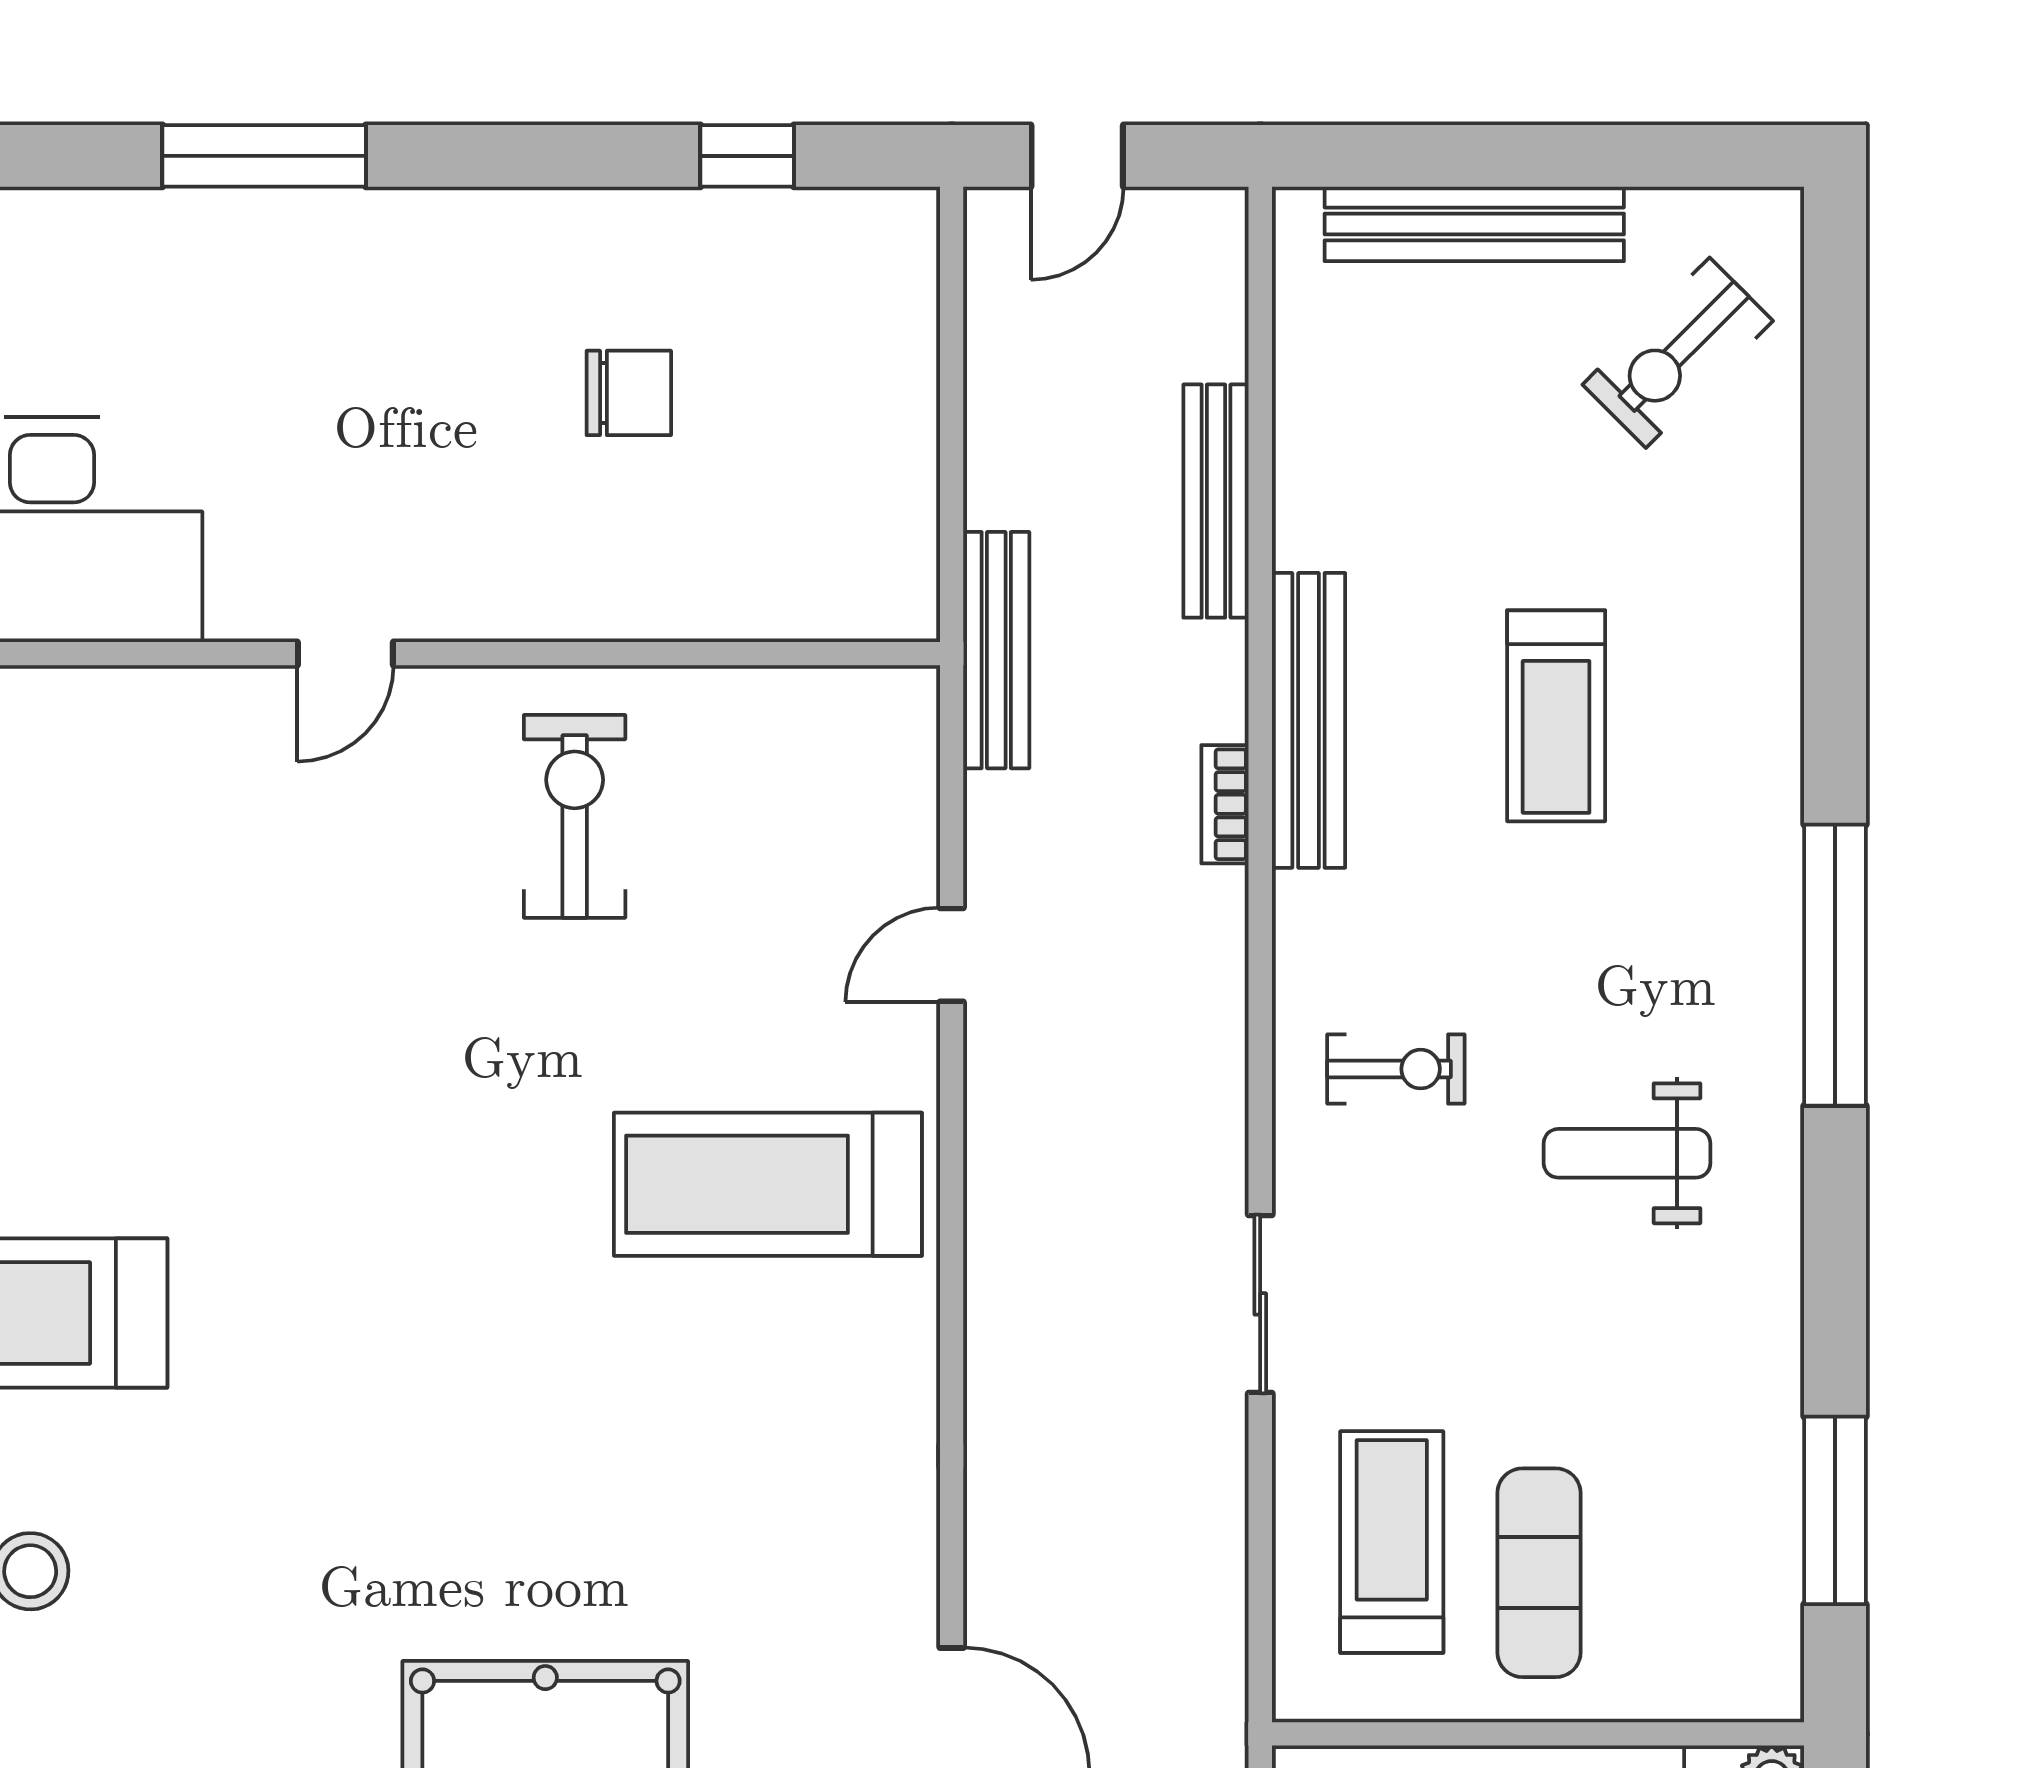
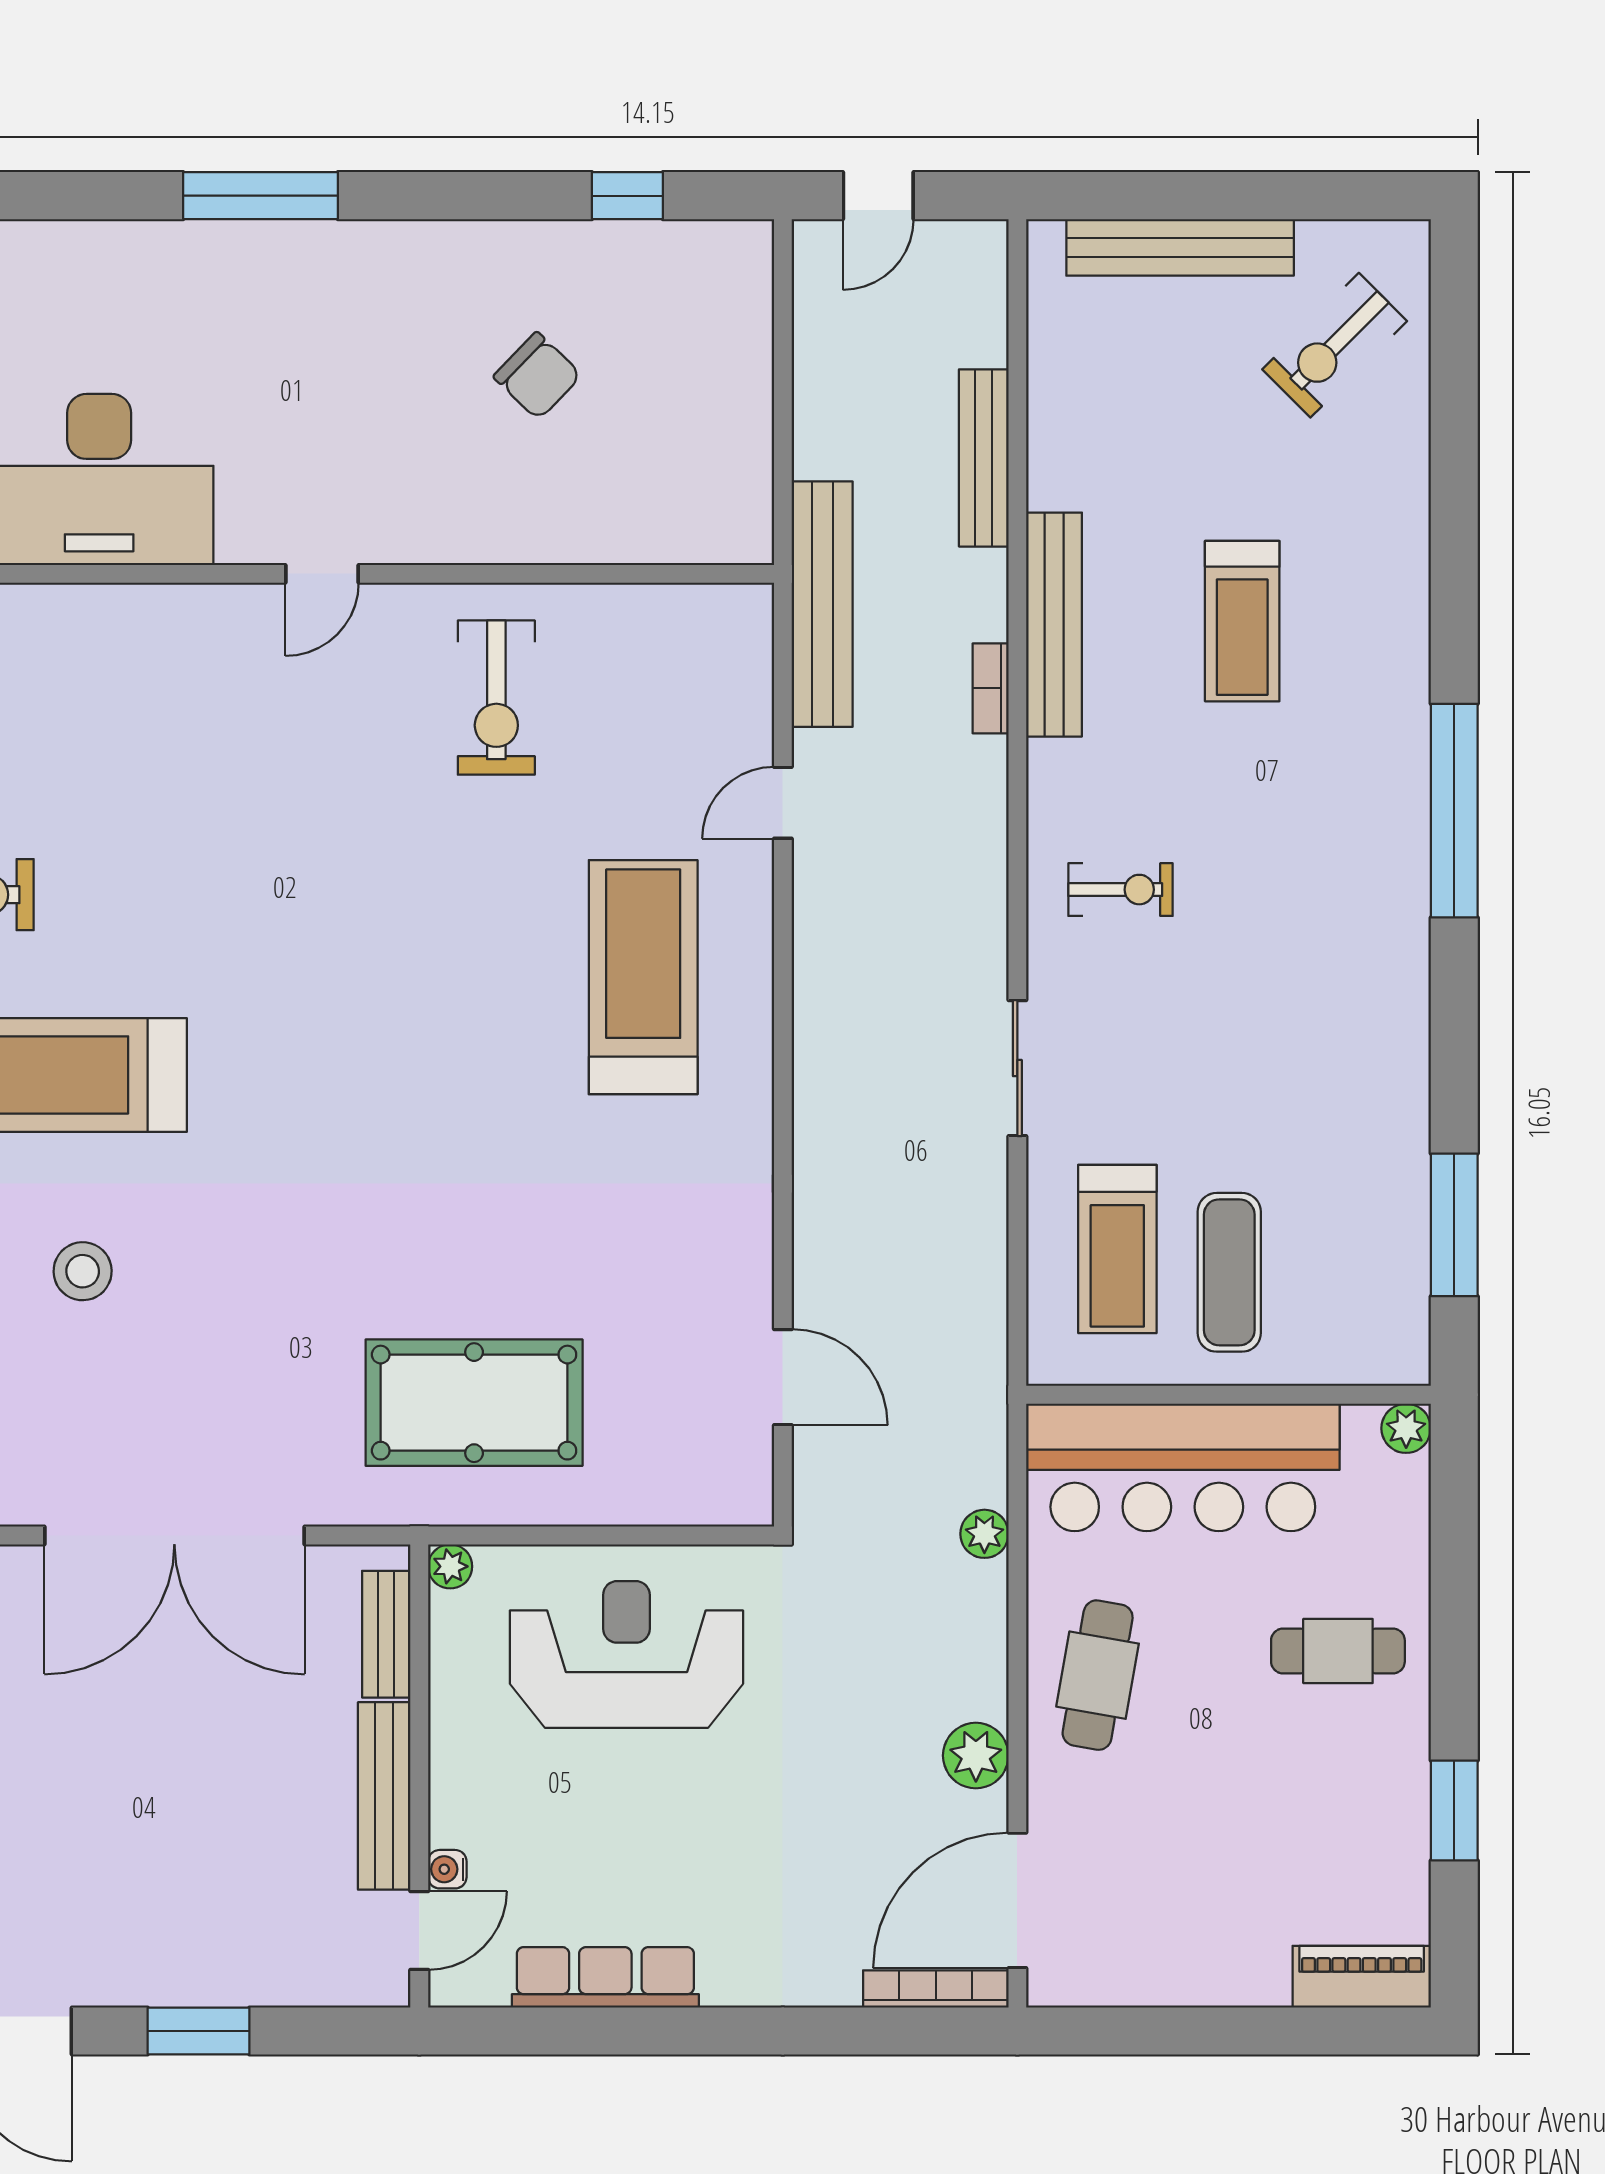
chair: (629, 393) -> (537, 376), turned 44
bench: (996, 650) -> (822, 604), width x1.37, depth x1.21
exercise bike: (575, 816) -> (496, 698), turned 180
weight bench: (1627, 1153) -> (1296, 954), removed
treadmill: (768, 1184) -> (643, 977), turned 90
treadmill: (1392, 1542) -> (1117, 1249), turned 180

